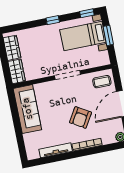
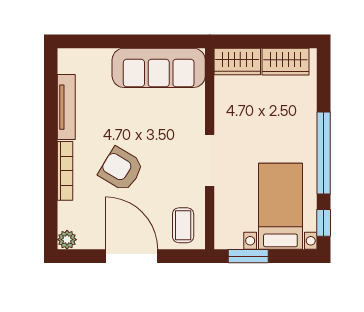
window: (53, 20) -> (324, 153), width x3.17
window: (108, 35) -> (248, 256), moved

